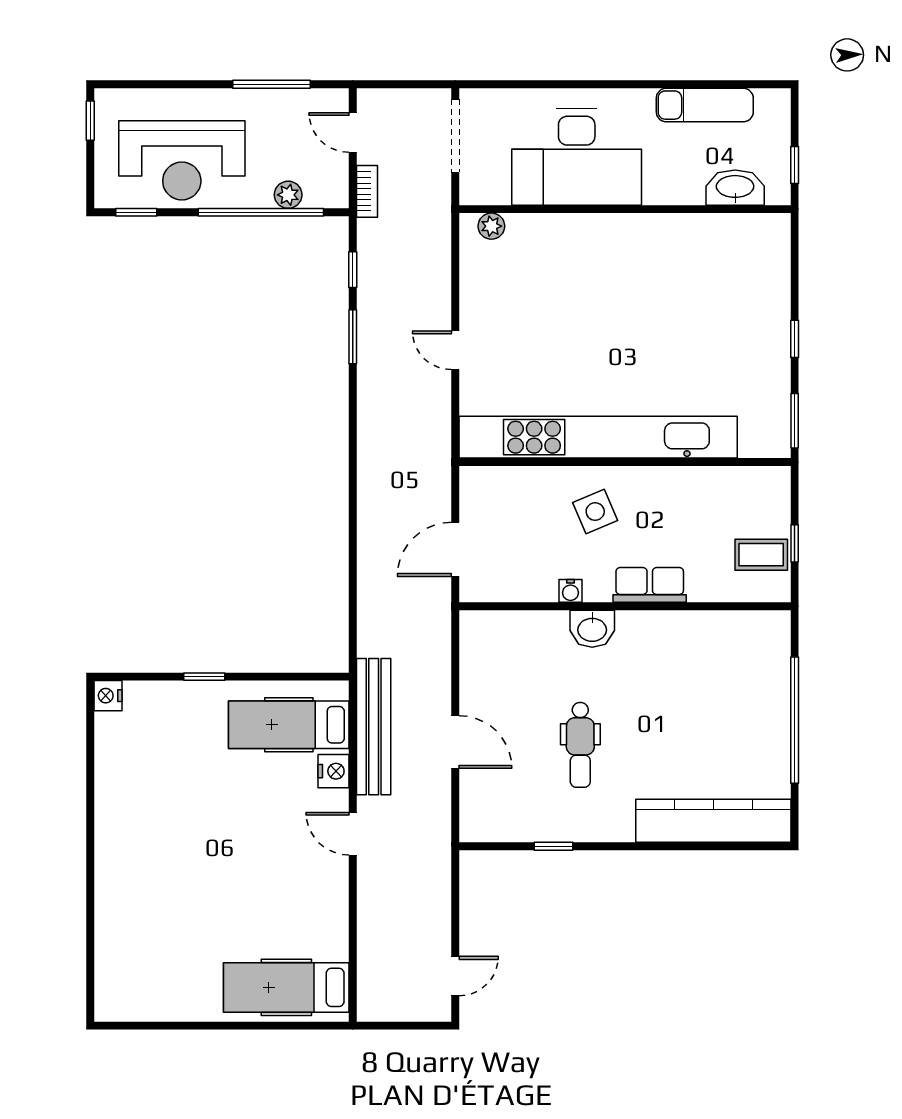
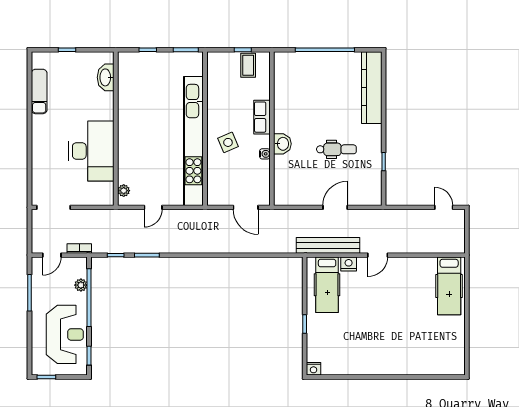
desk: (577, 157) -> (91, 151), moved
washbasin: (735, 188) -> (106, 77), moved
wall: (625, 209) -> (116, 129), moved
plant: (491, 226) -> (124, 191), moved

